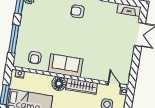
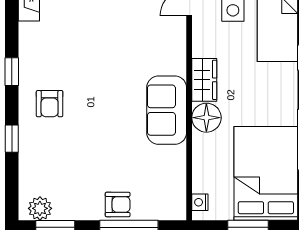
armchair: (35, 58) -> (118, 204), moved
wardrobe: (82, 86) -> (204, 80), width x0.67

